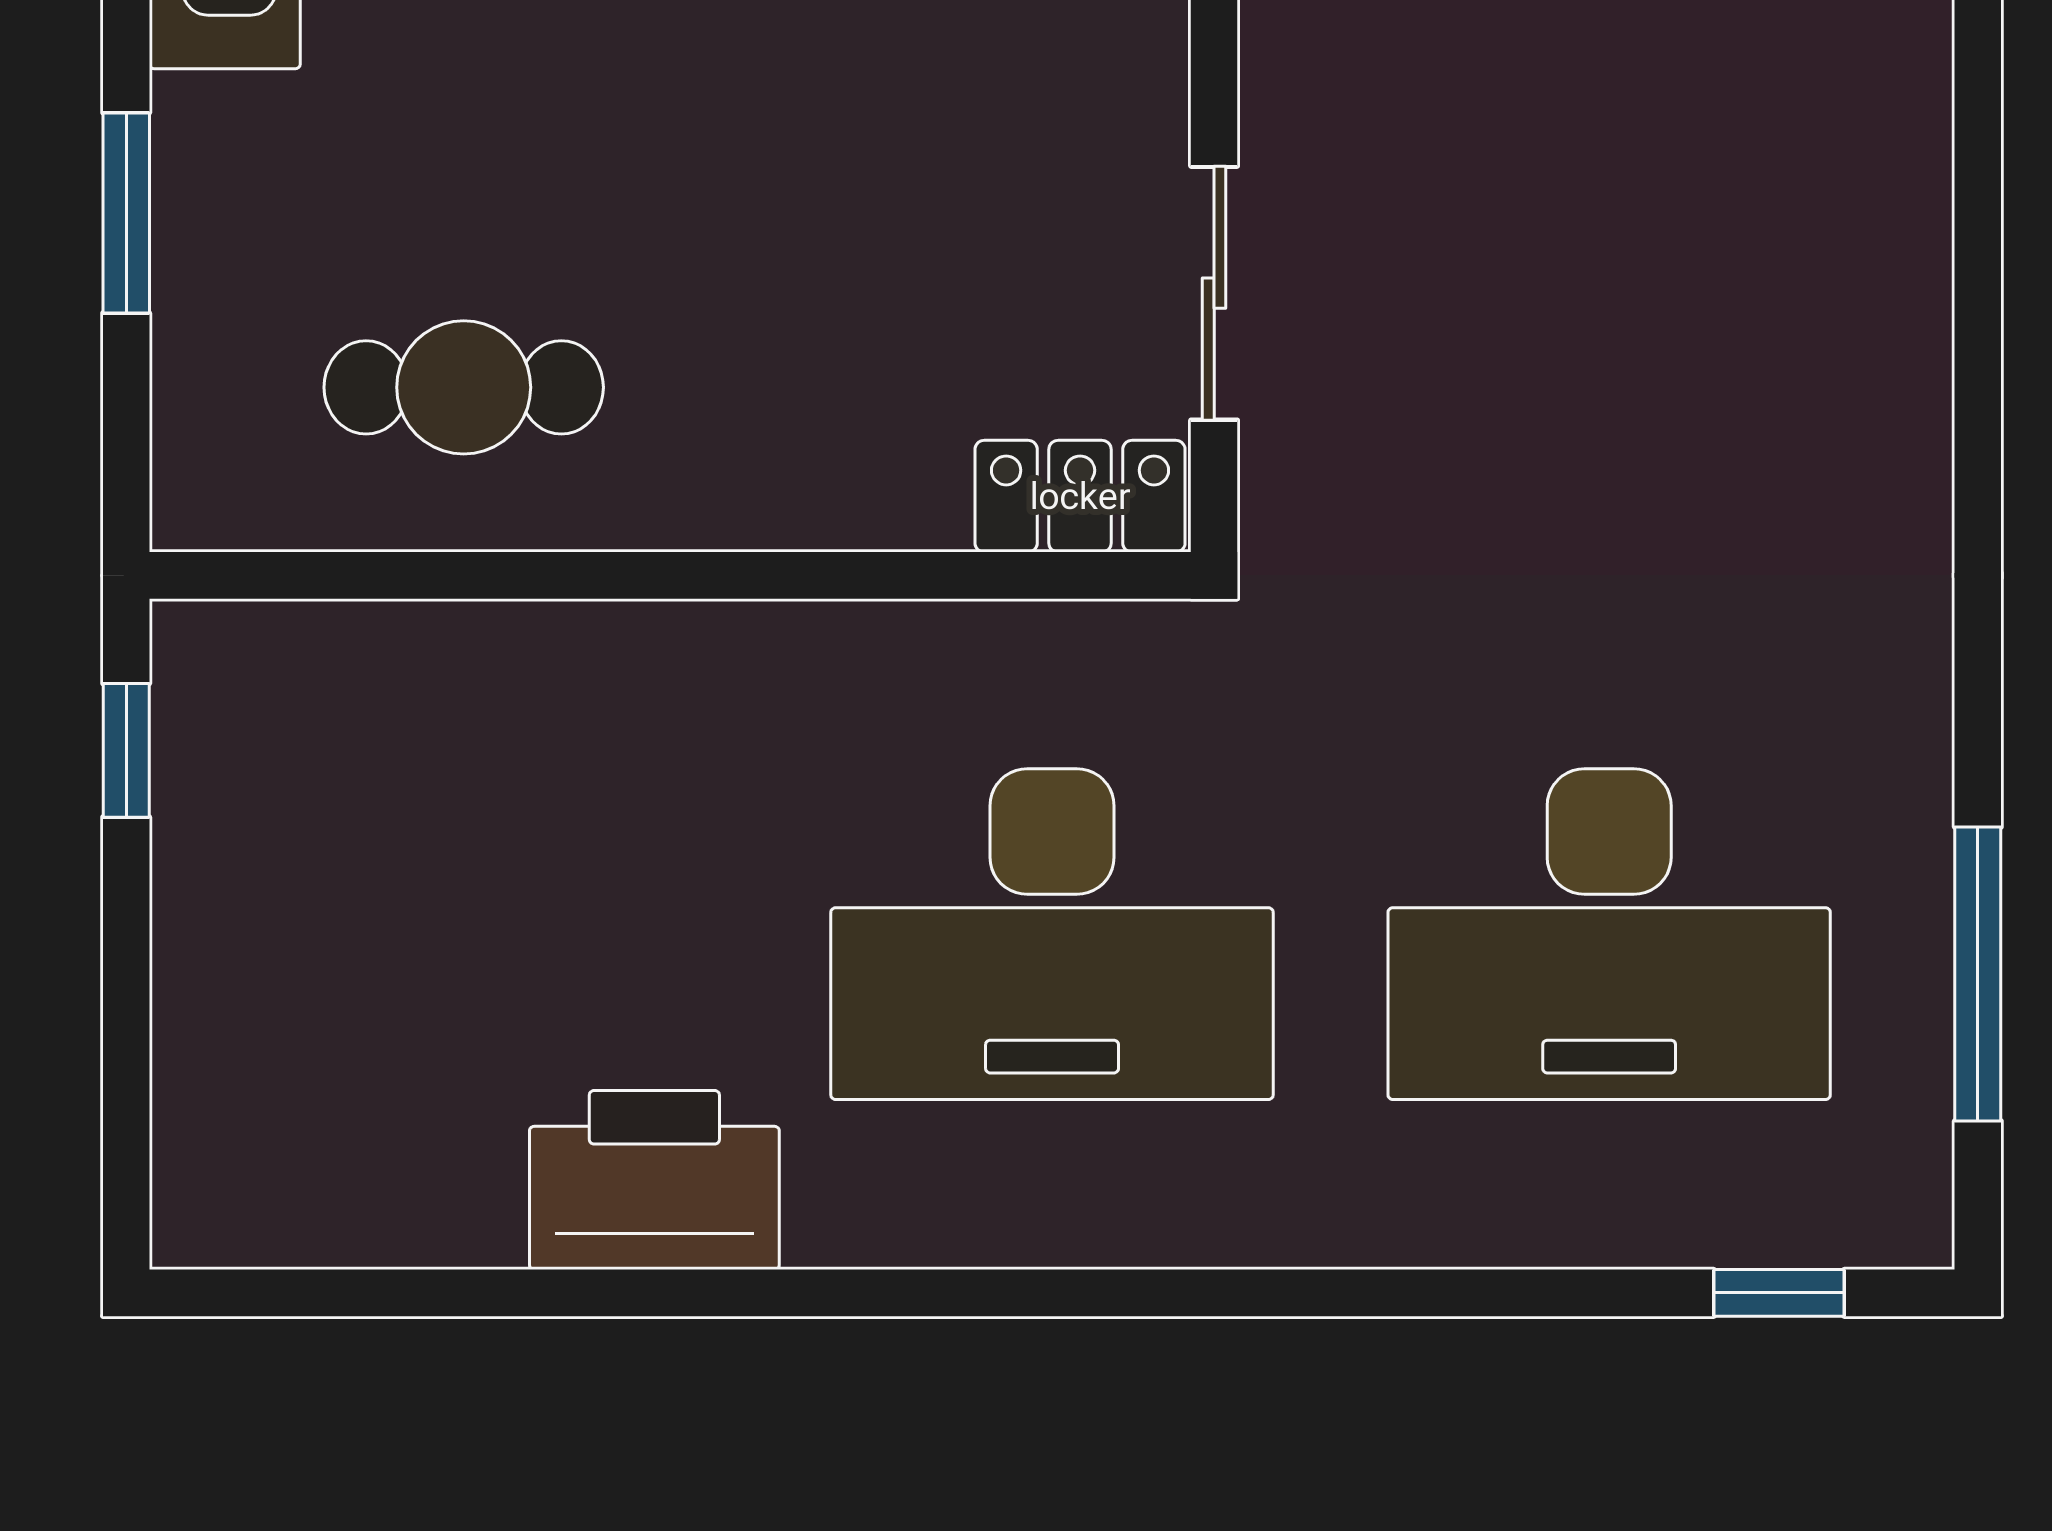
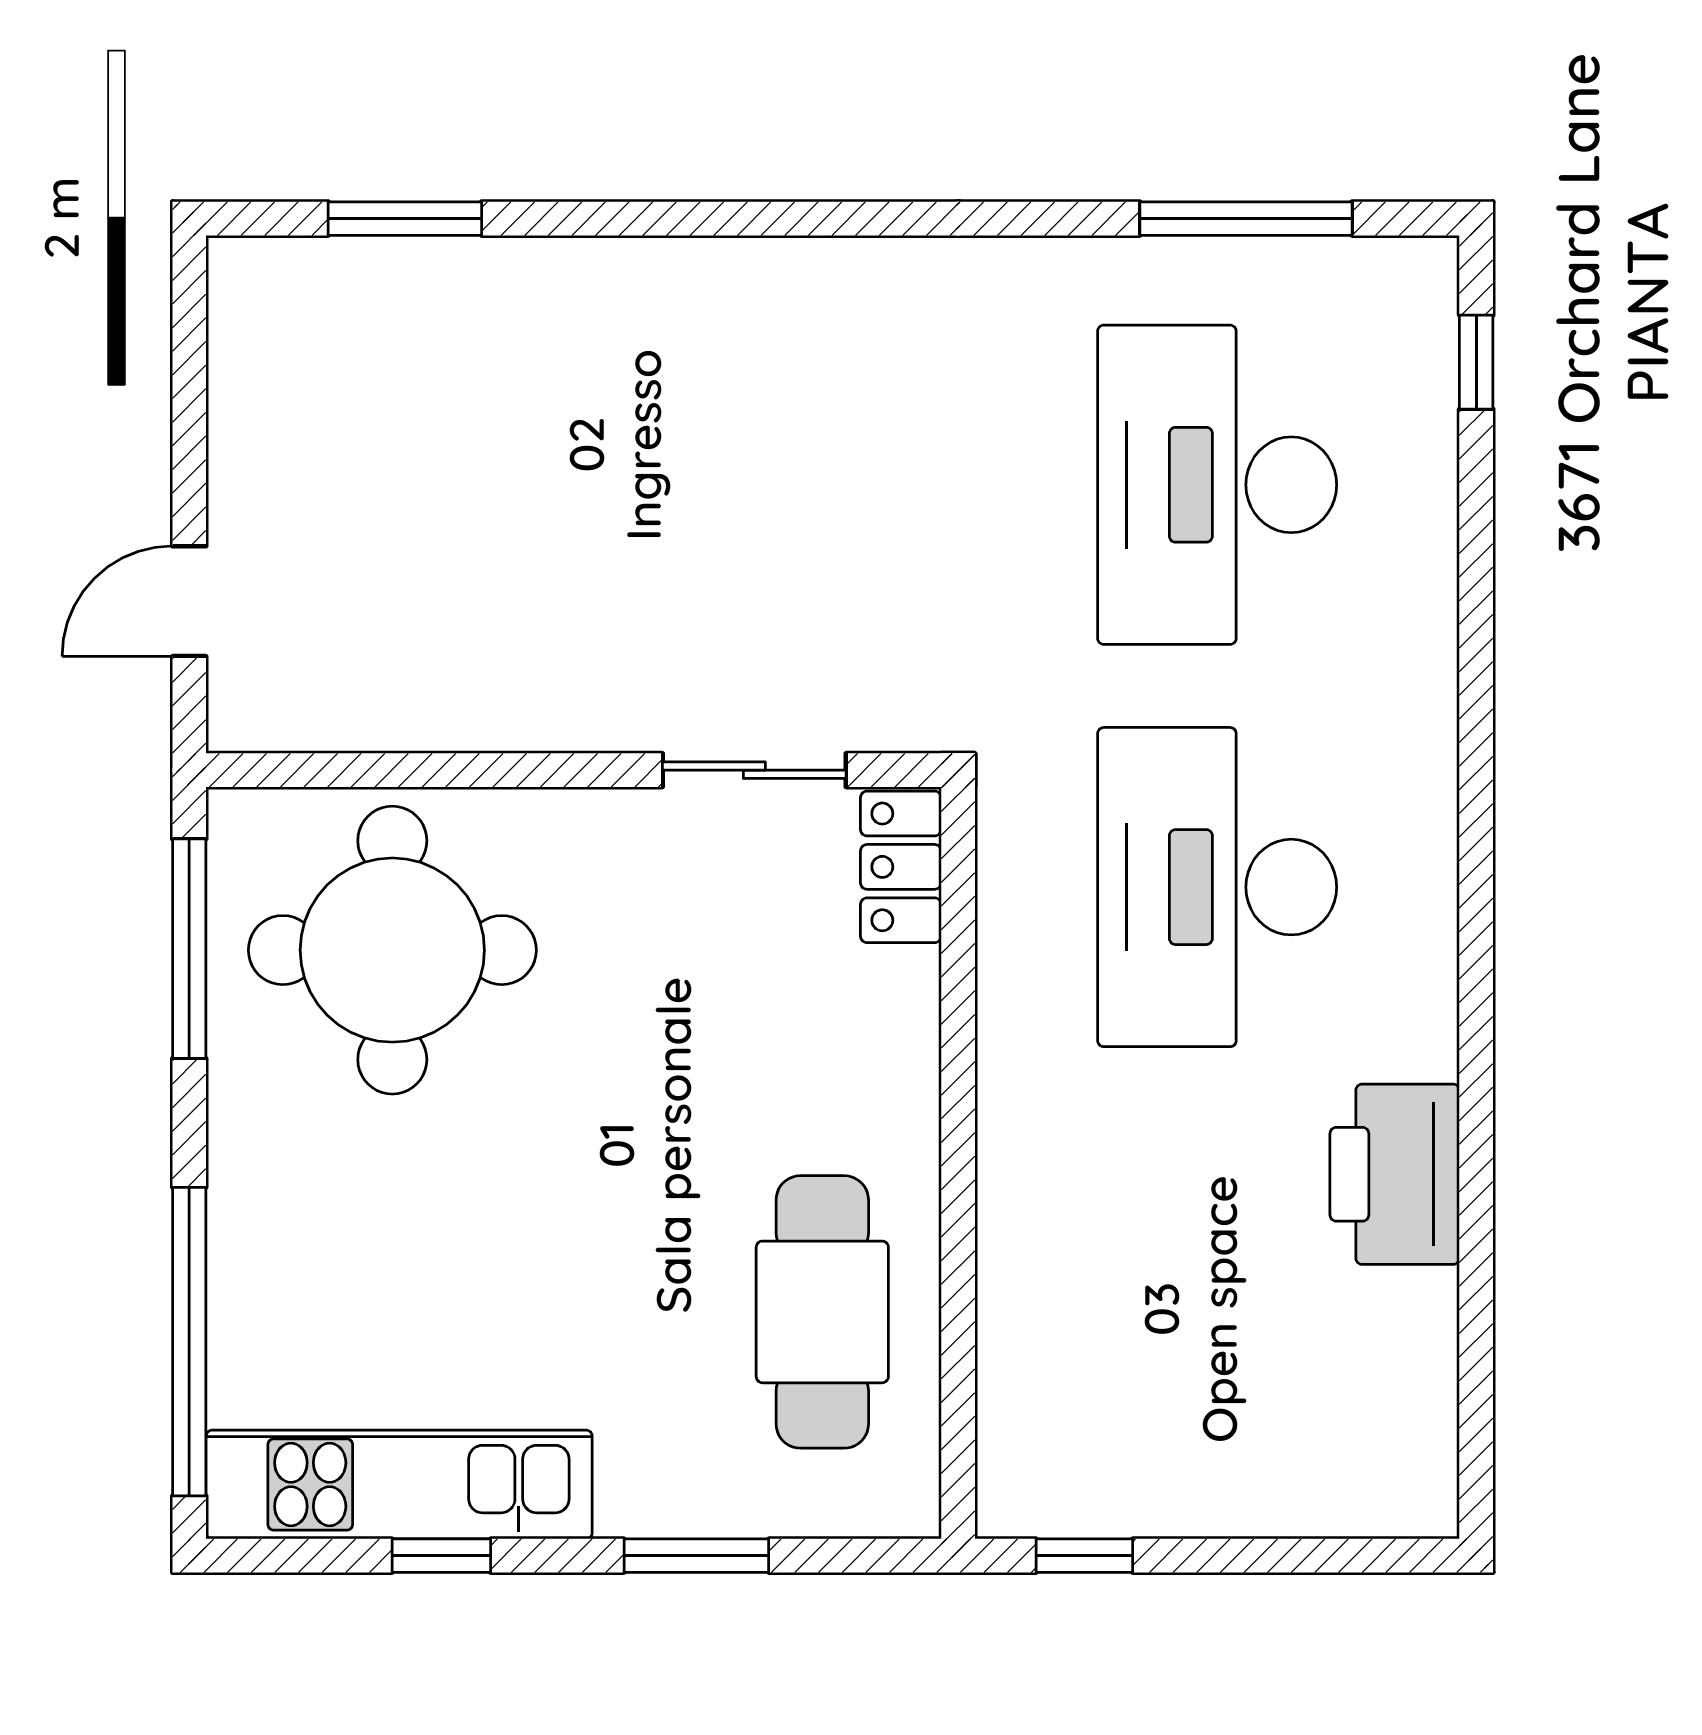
cafe table: (464, 387) -> (822, 1312), width x1.37, depth x1.35
desk: (1052, 934) -> (1217, 887), turned 180
desk: (1609, 934) -> (1217, 485), turned 180

